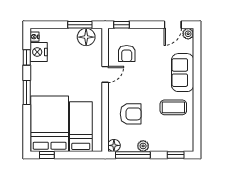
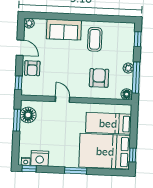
door: (173, 25) -> (20, 48), moved
armchair: (127, 54) -> (32, 68), moved, turned 90
window: (27, 57) -> (29, 169), moved

